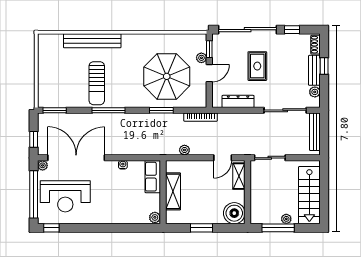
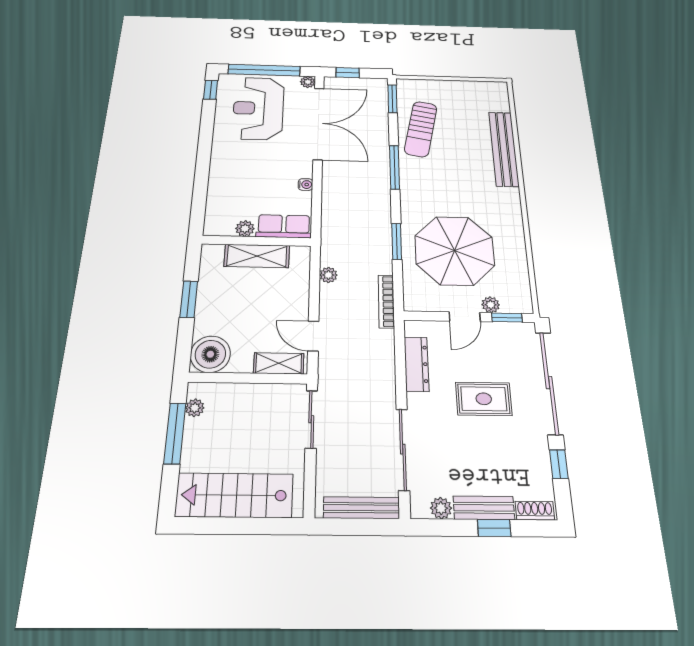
door: (209, 73) -> (465, 317), hinge flipped
sun lounger: (97, 83) -> (421, 129), moved, turned -79
plant: (155, 217) -> (245, 229), moved
plant: (286, 219) -> (195, 408), moved

